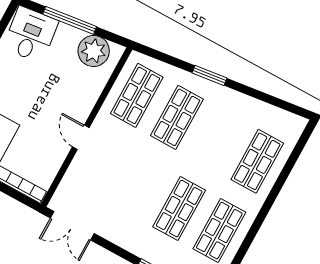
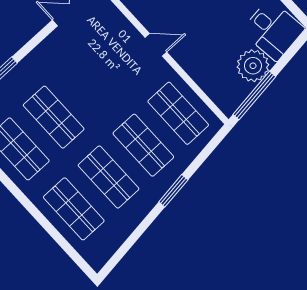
window: (70, 20) -> (254, 96), moved
plant: (94, 51) -> (253, 66), moved
shop shelf: (217, 139) -> (109, 177), added

